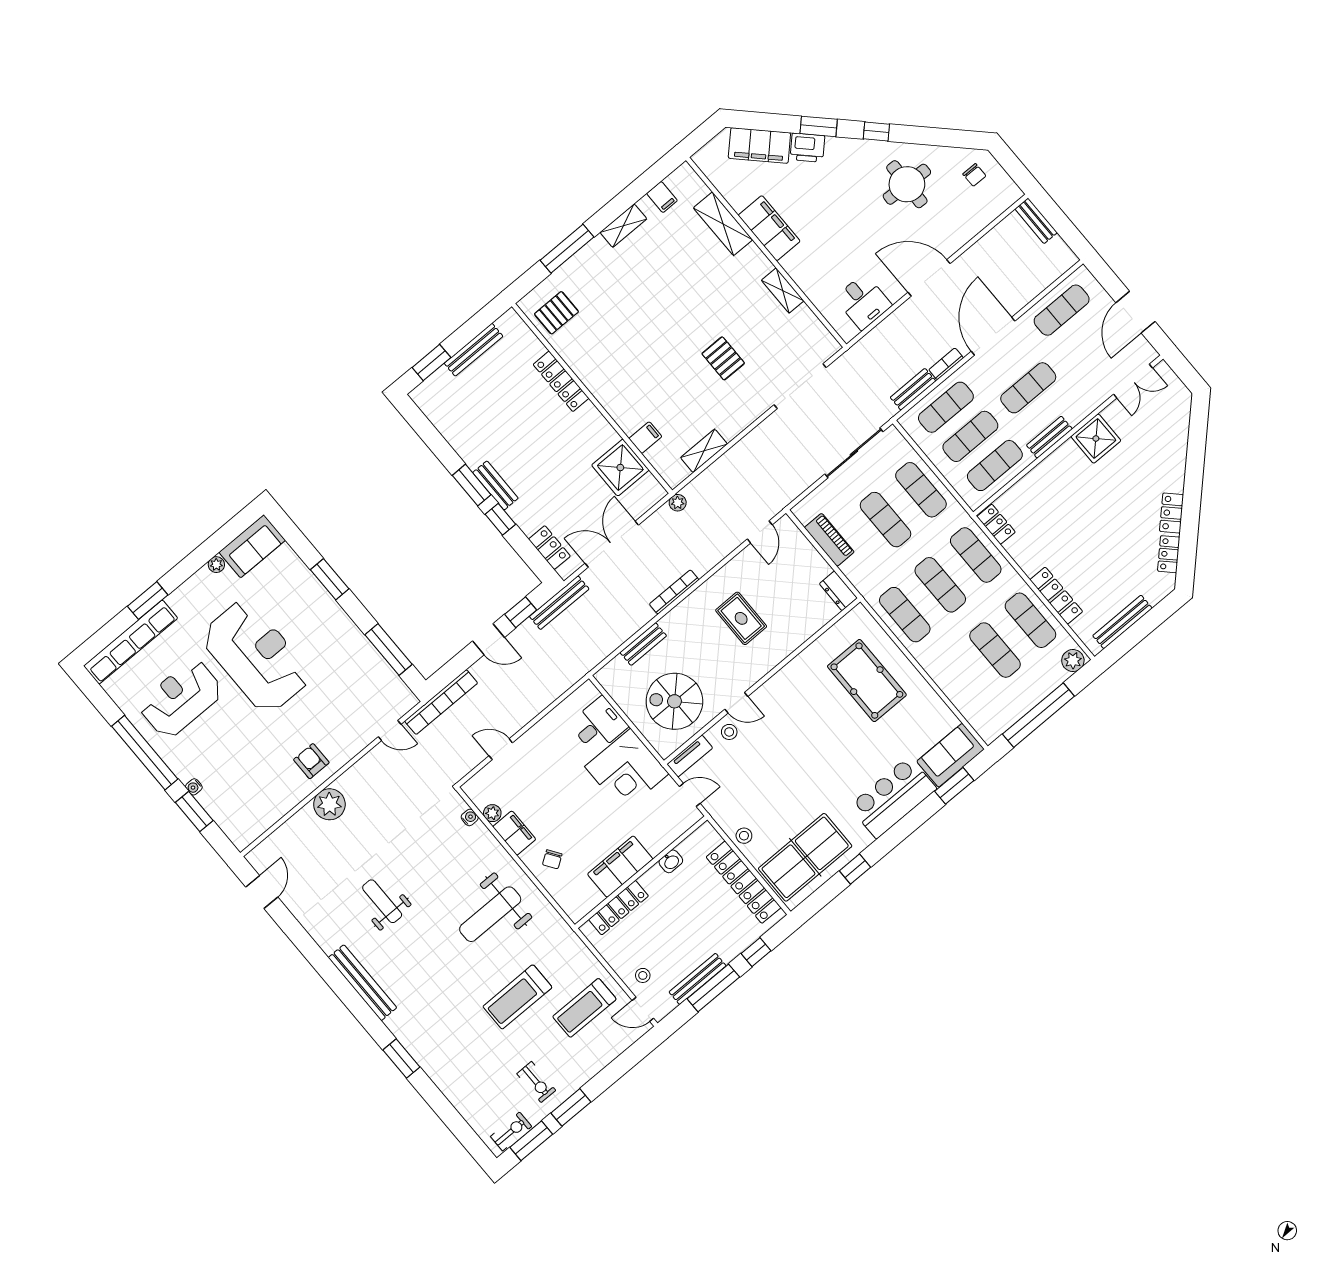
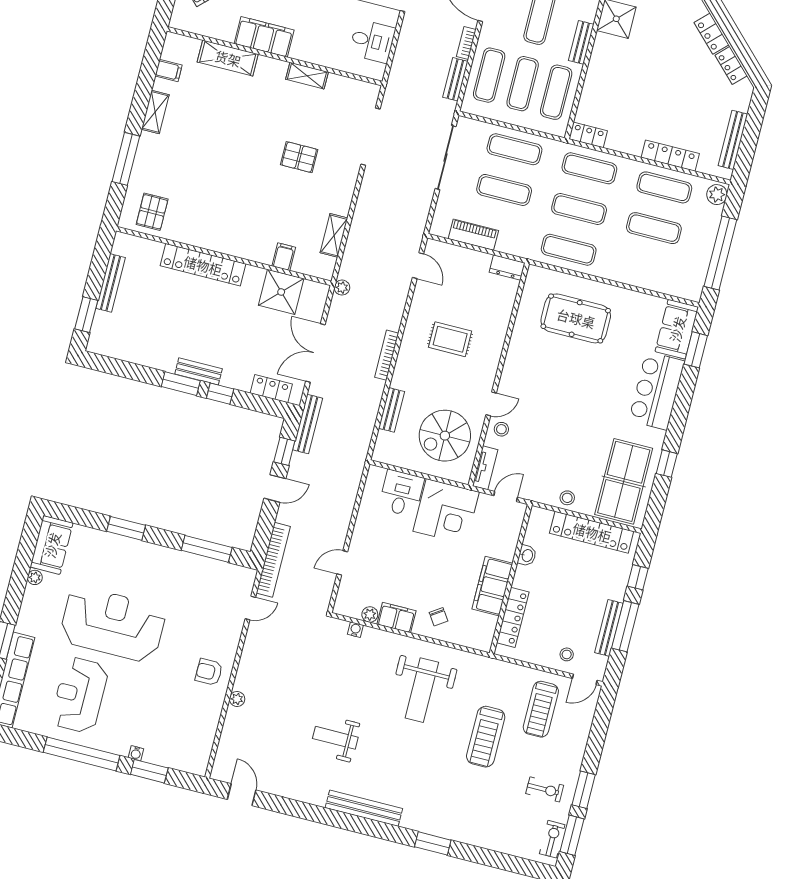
locker: (561, 381) -> (203, 265), width x1.41, depth x1.21
plant: (329, 804) -> (237, 699), width x0.53, depth x0.53

